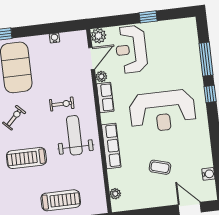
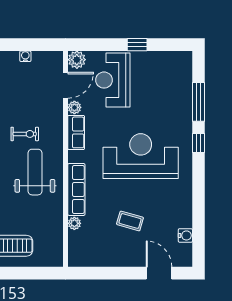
reception desk: (162, 111) -> (141, 156), turned 180
plant: (115, 194) -> (74, 223), moved

